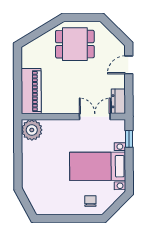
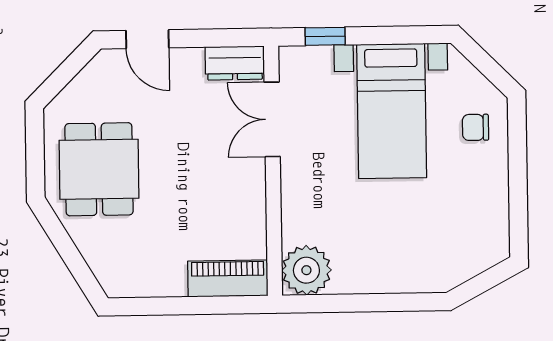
piano: (31, 91) -> (228, 278), width x0.73, depth x0.75

